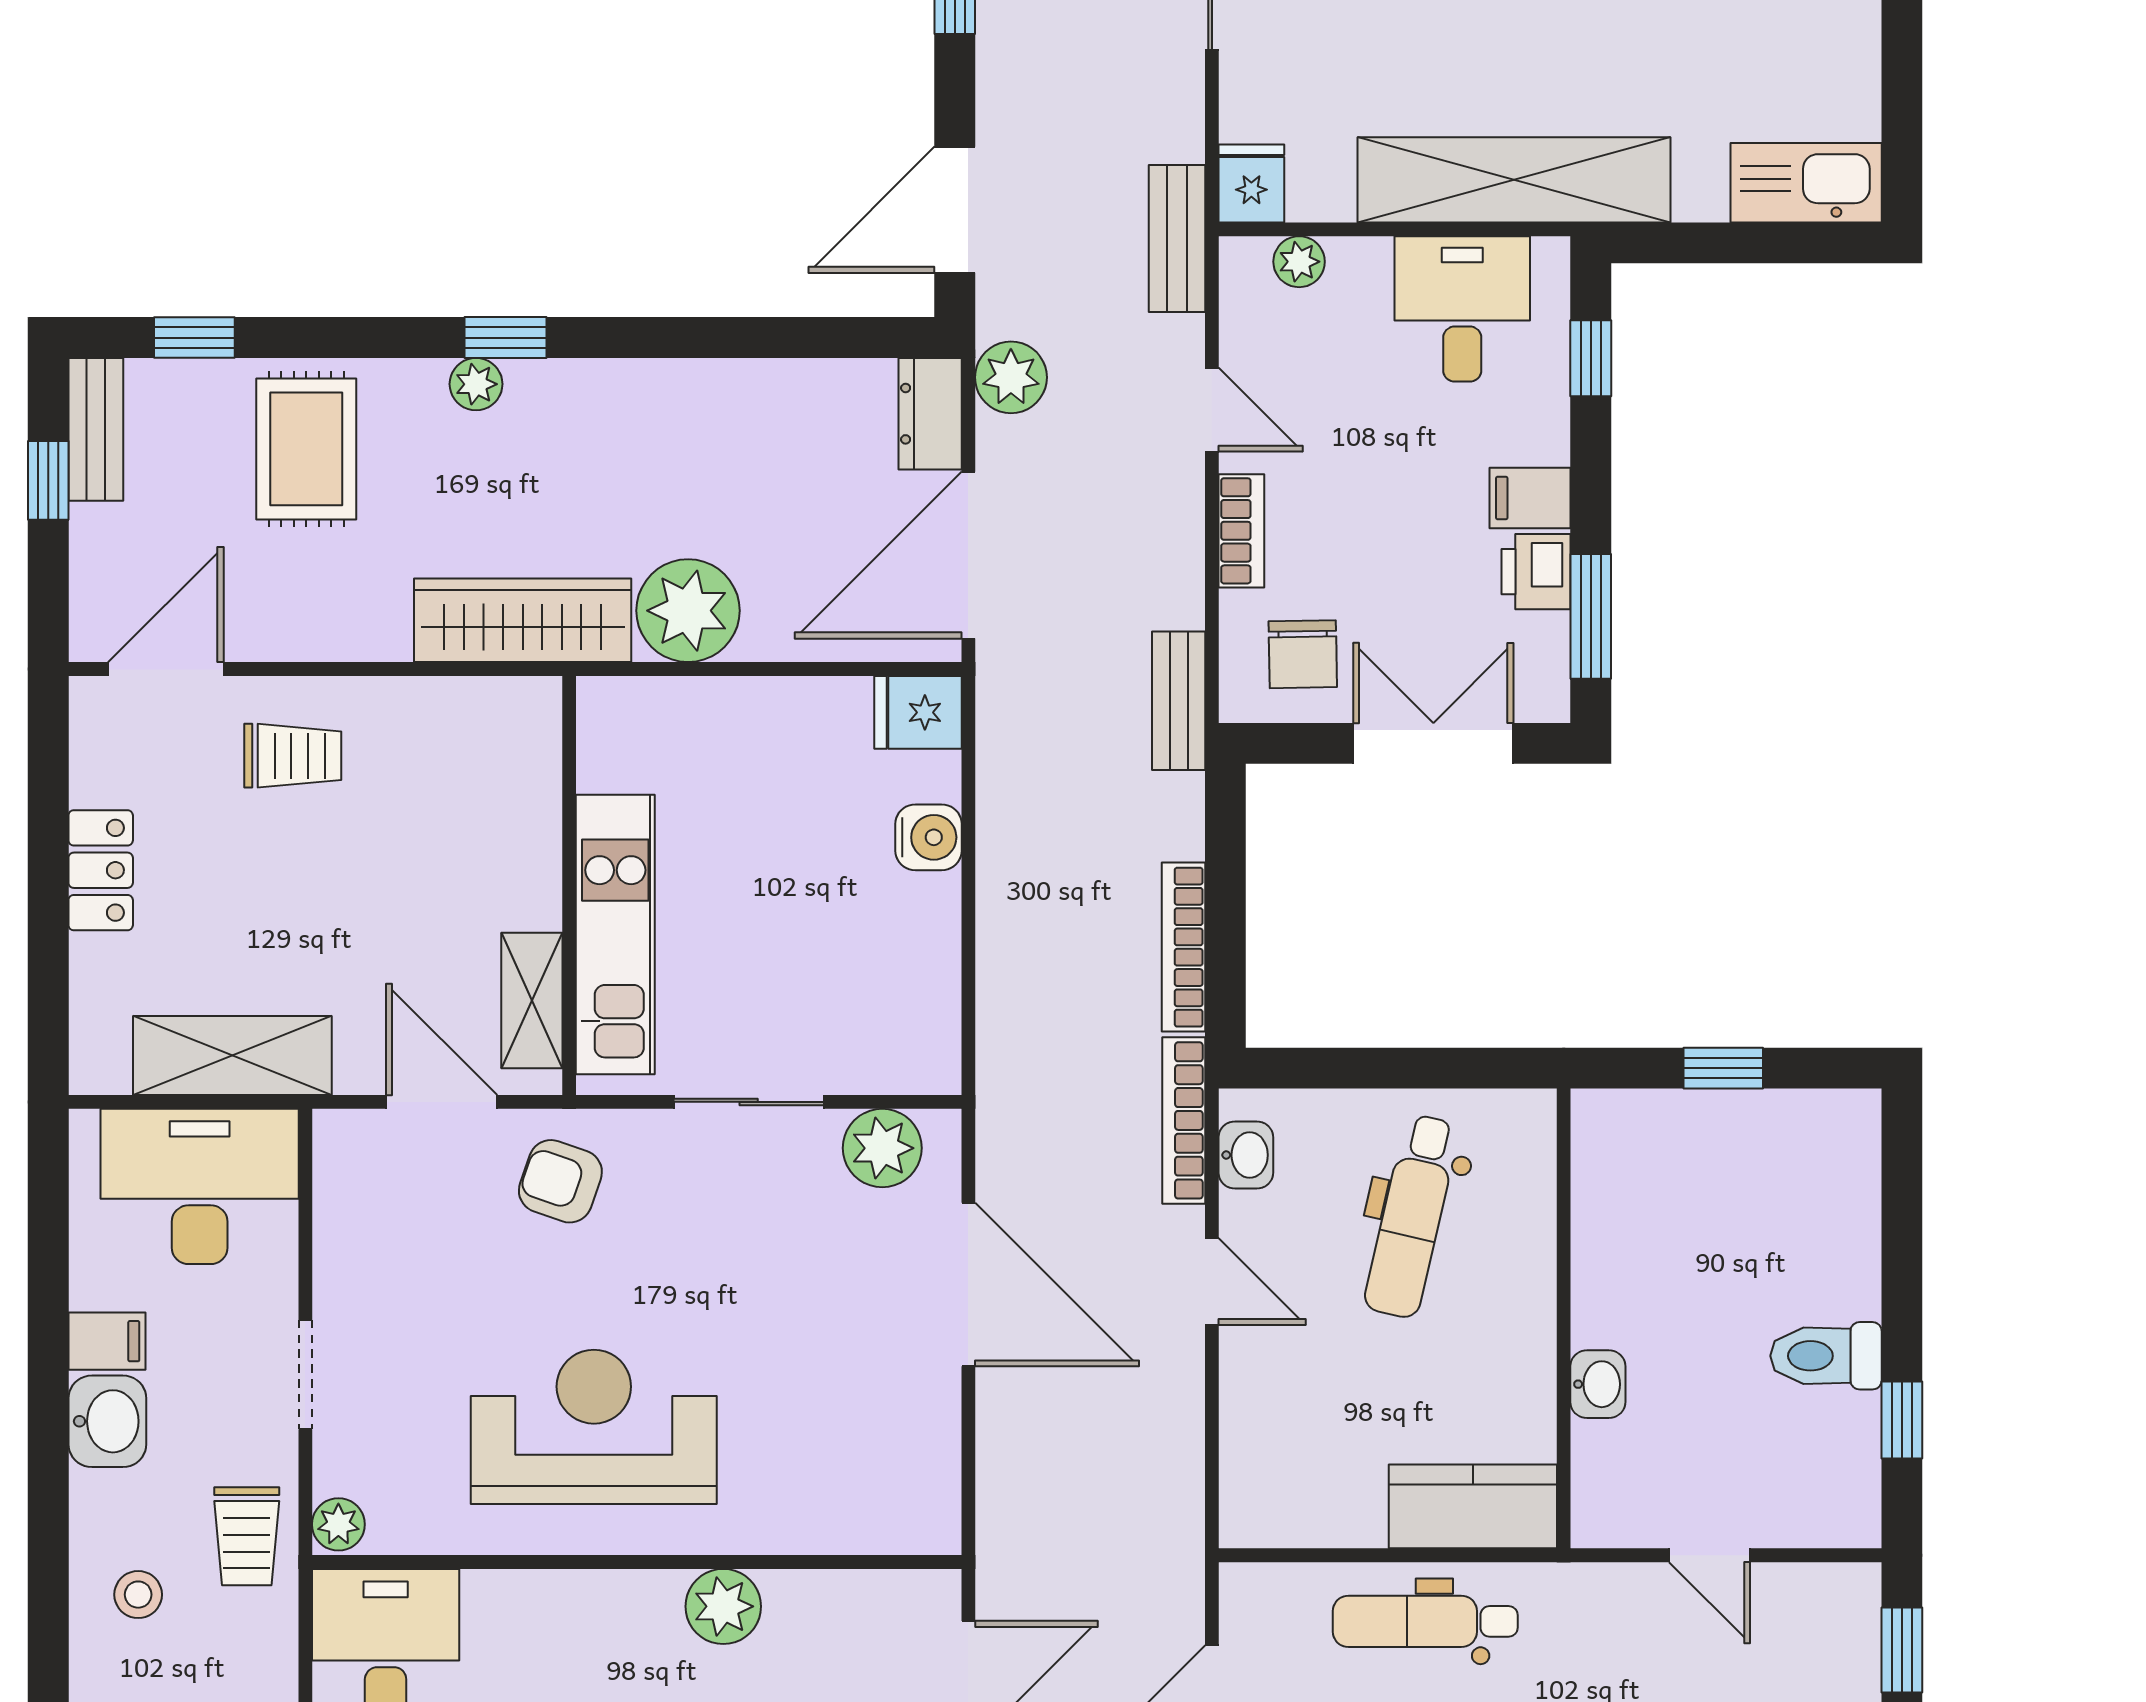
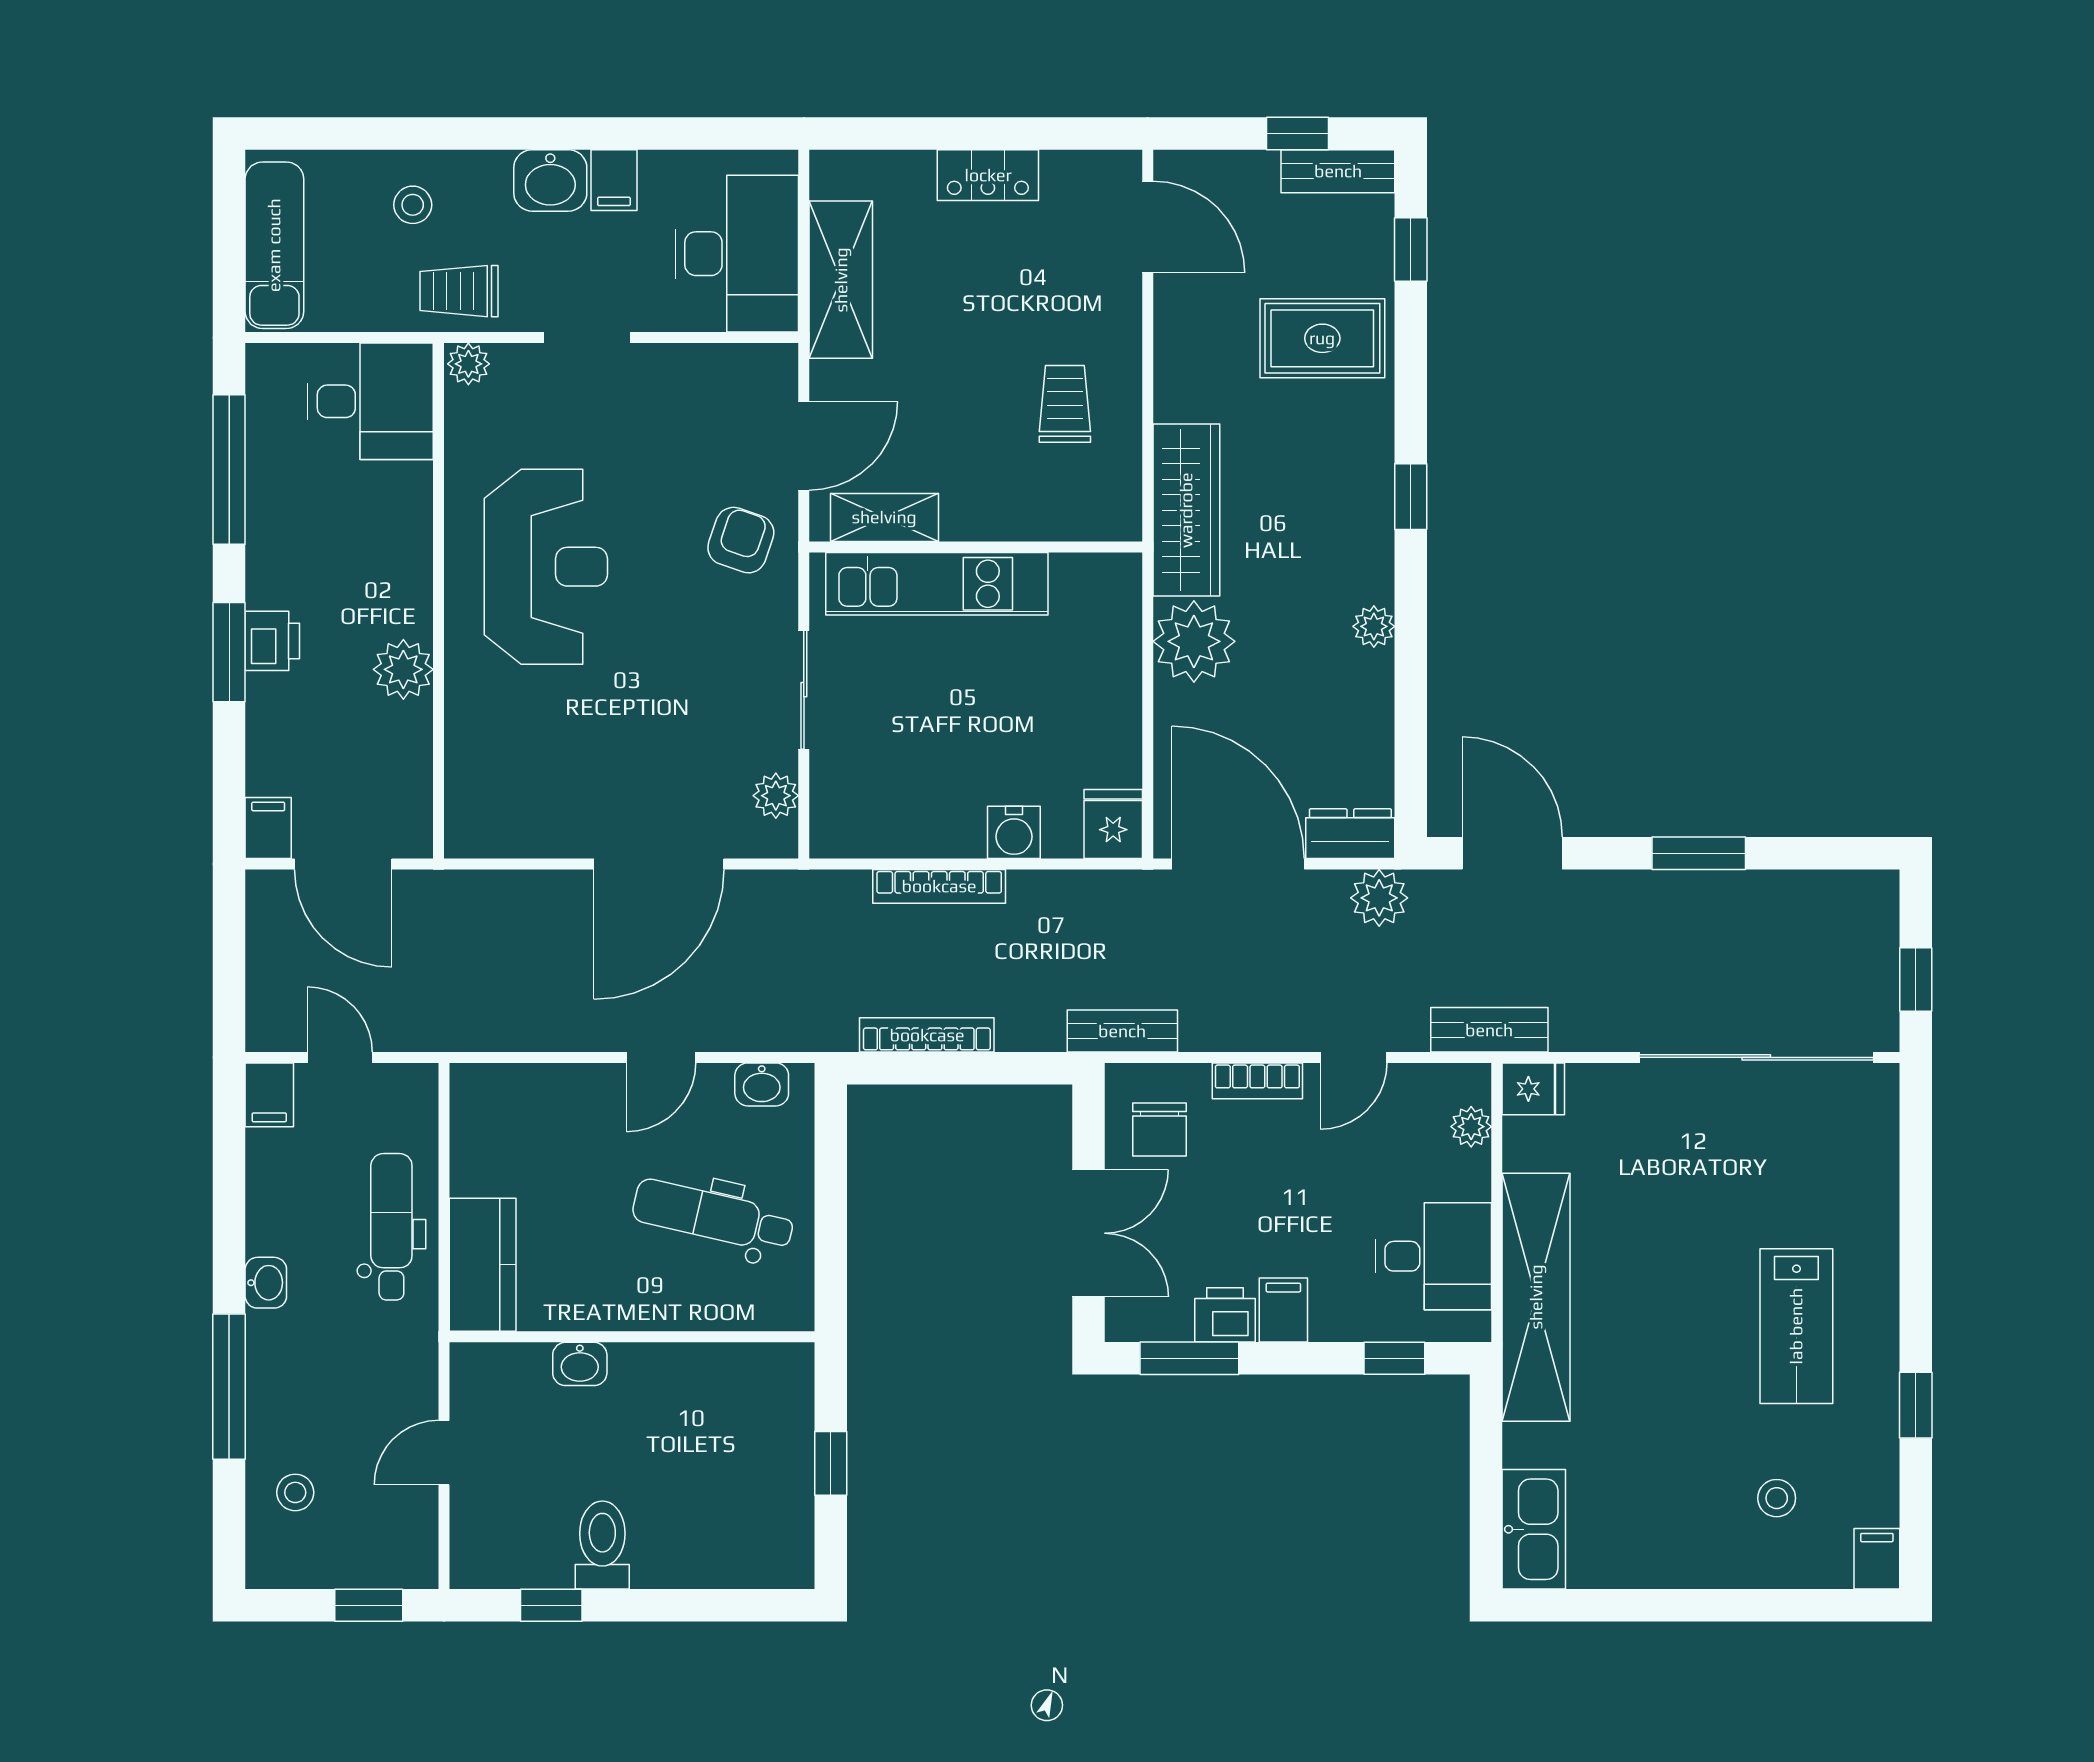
plant: (476, 384) -> (1374, 626), moved
chair: (1303, 654) -> (1159, 1130), turned -89
trolley: (293, 756) -> (1065, 404), moved, turned 180
bookcase: (1184, 1120) -> (939, 886), moved, turned 180
plant: (882, 1148) -> (776, 796), width x0.73, depth x0.73

